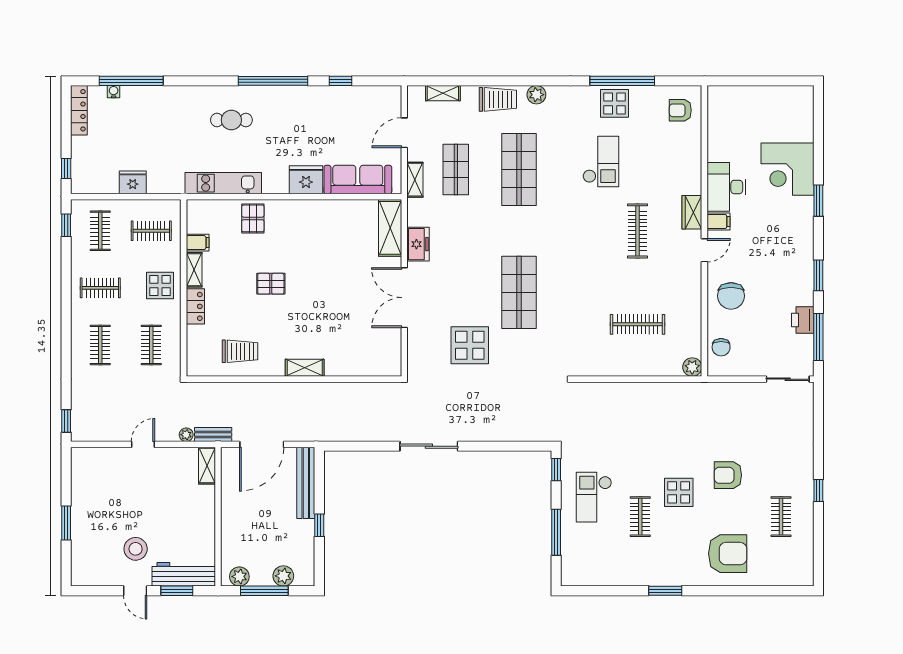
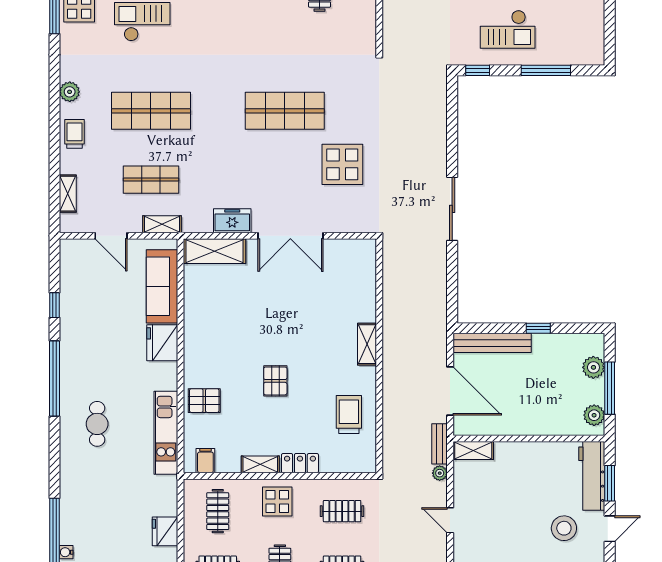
trolley: (498, 99) -> (75, 134), width x0.73, depth x0.72
filing cabinet: (198, 243) -> (205, 461), moved

